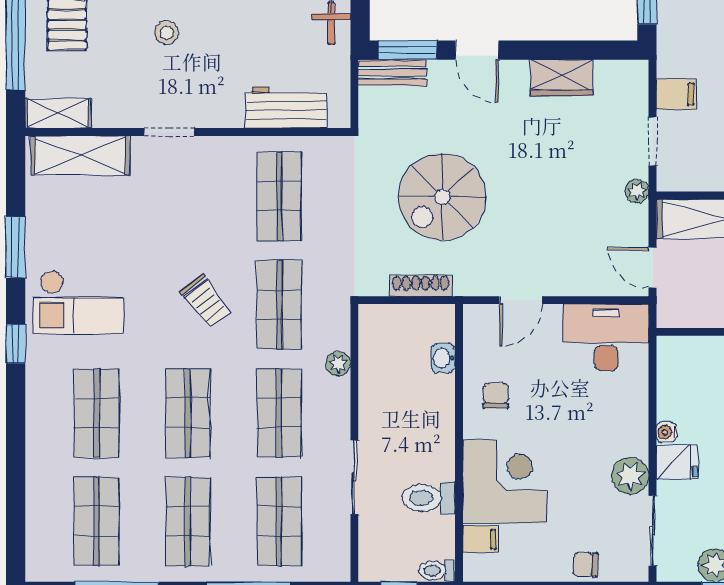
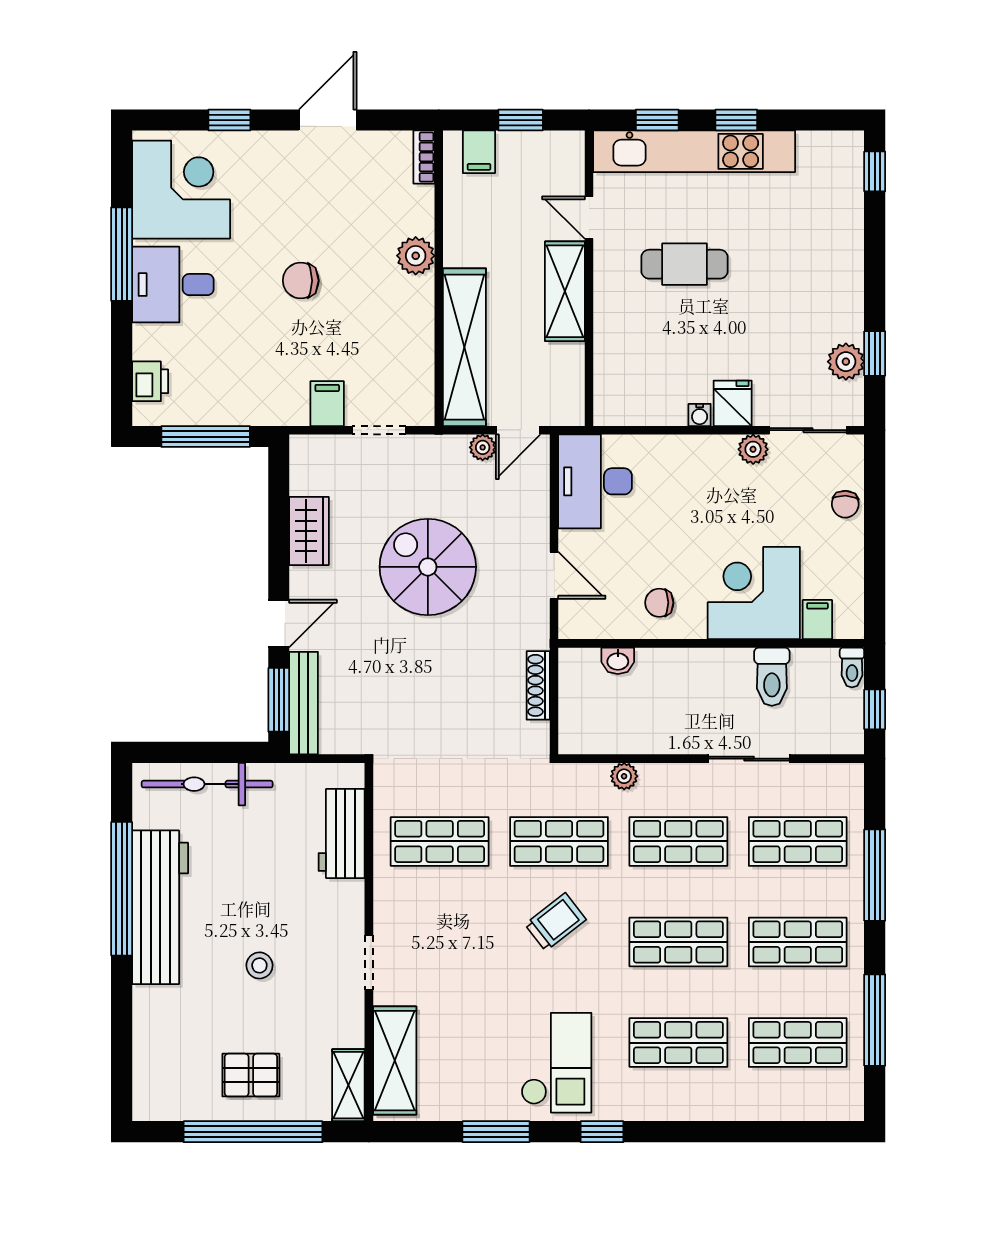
bench: (392, 73) -> (304, 703), width x1.36
plant: (637, 191) -> (483, 447), moved
spiral stairs: (442, 197) -> (428, 567), moved, turned 180
plant: (630, 476) -> (753, 449), width x0.73, depth x0.73

